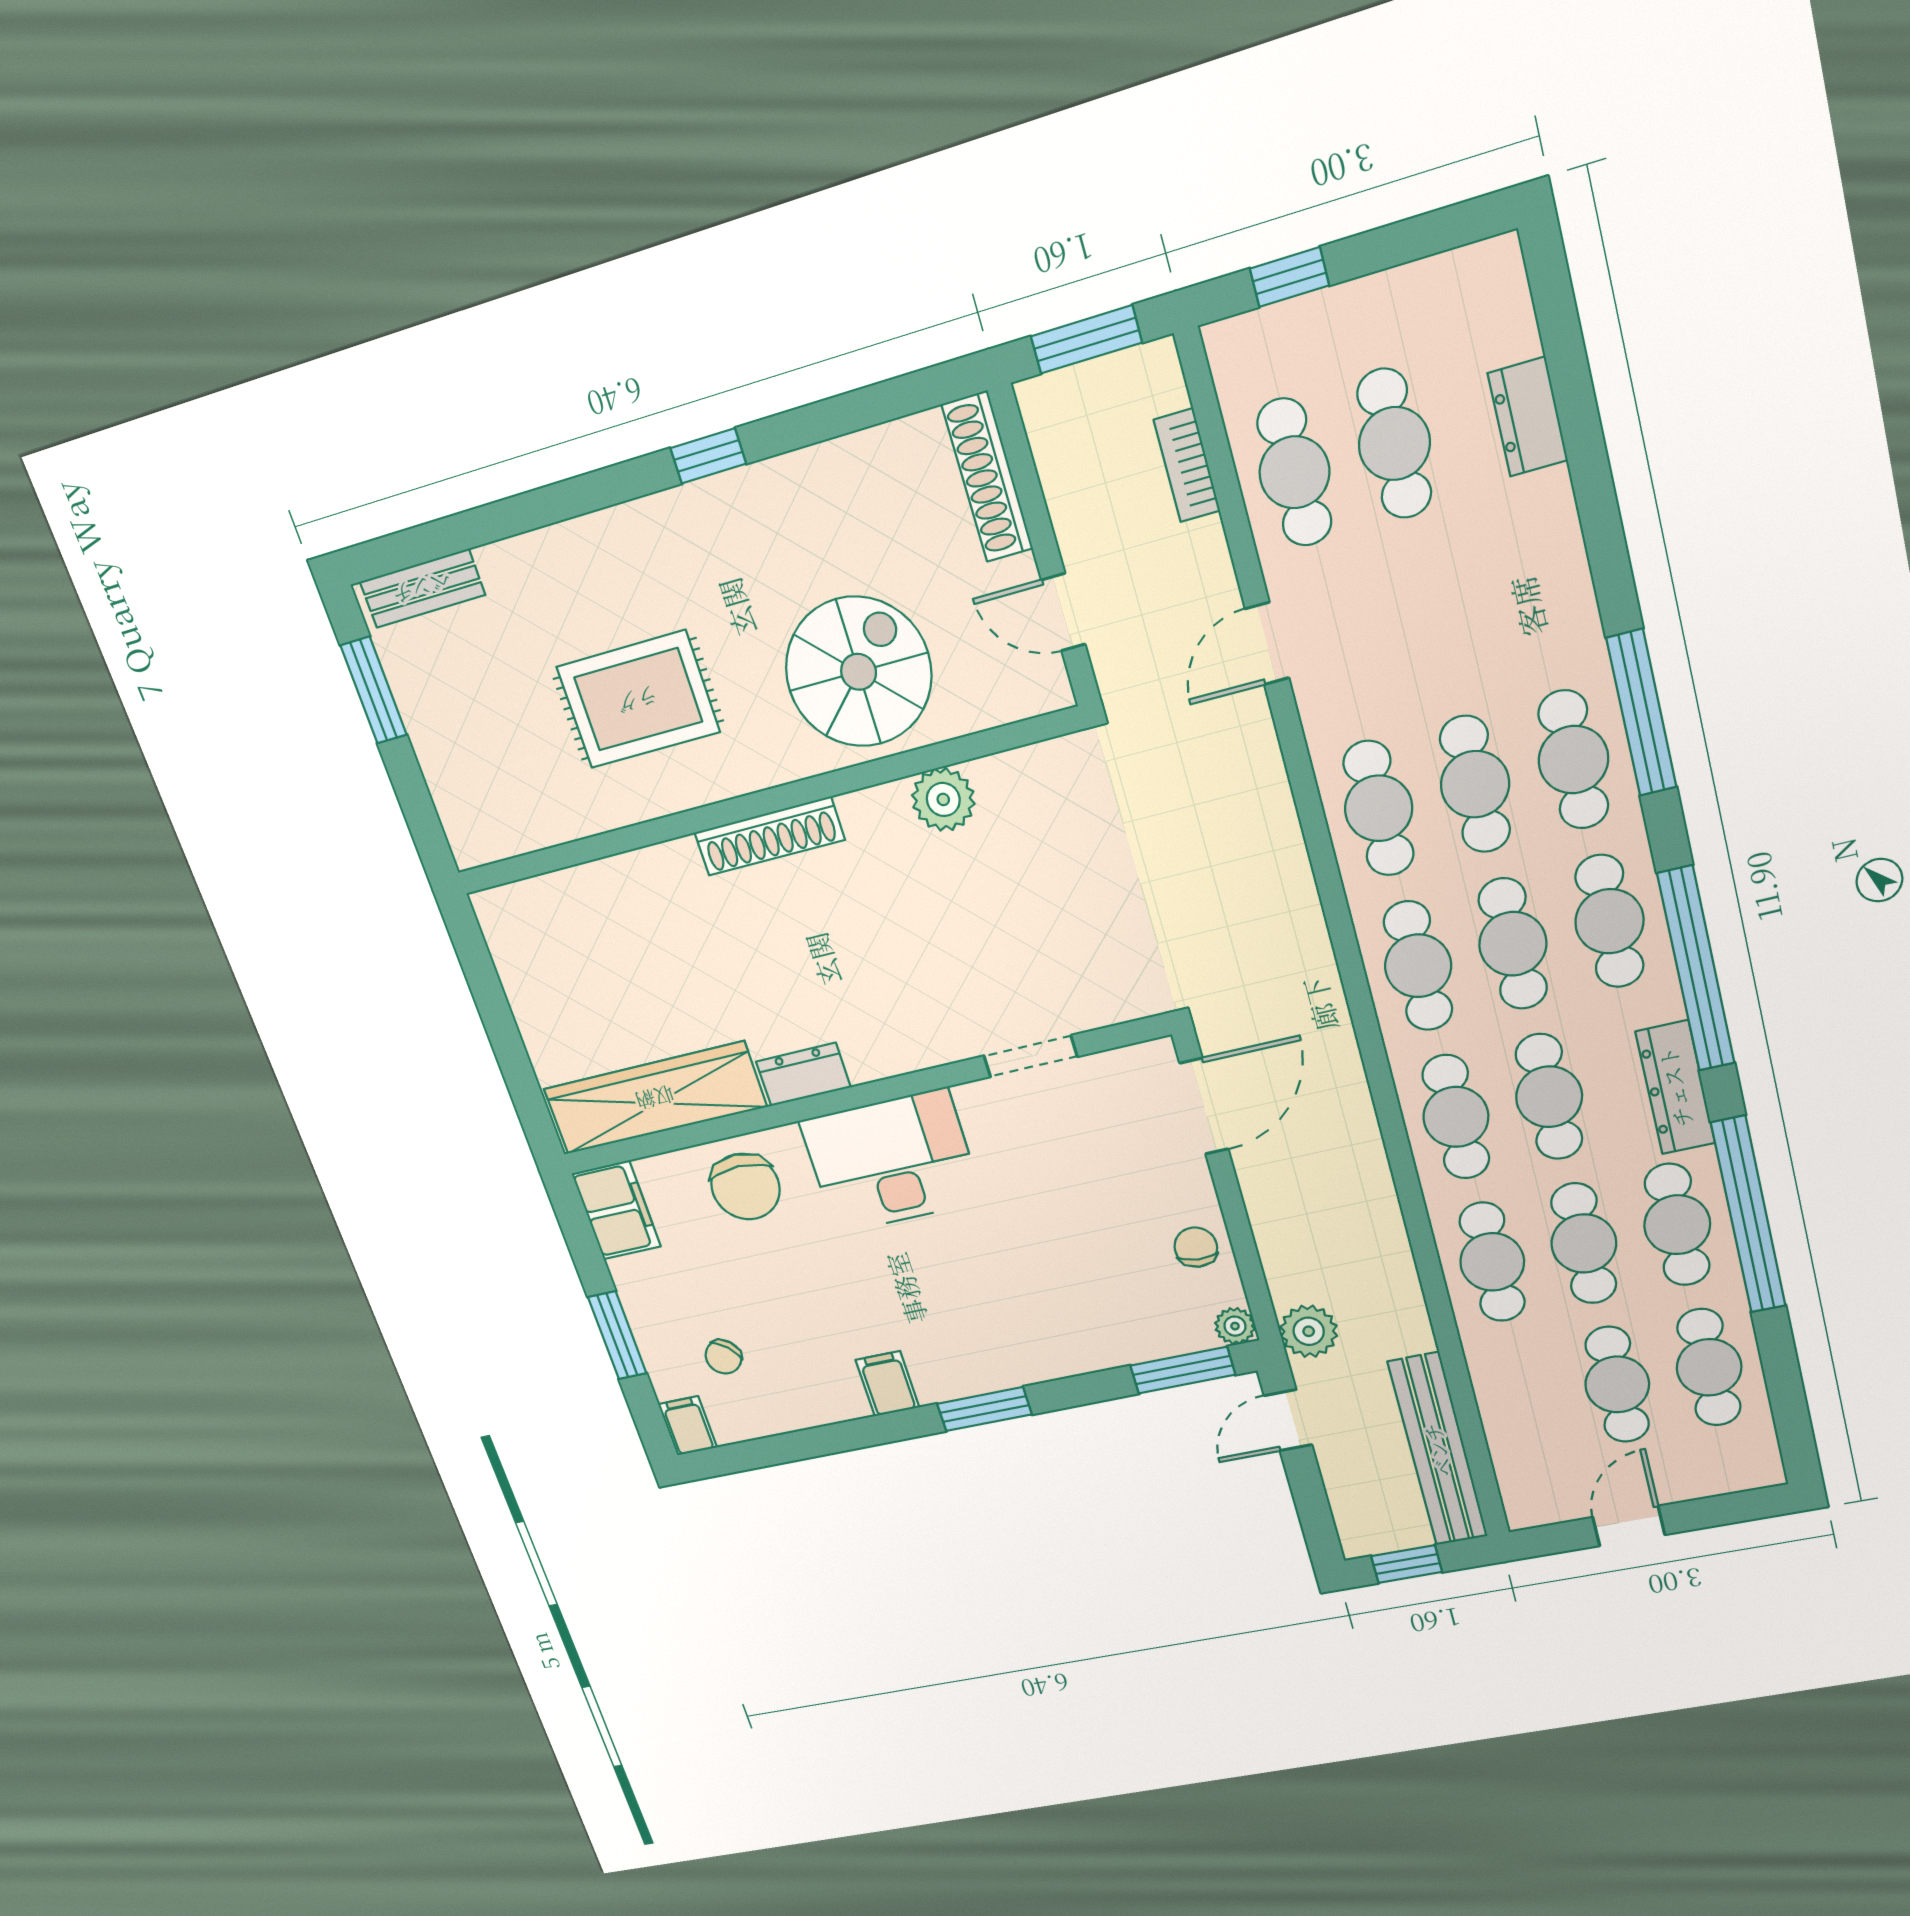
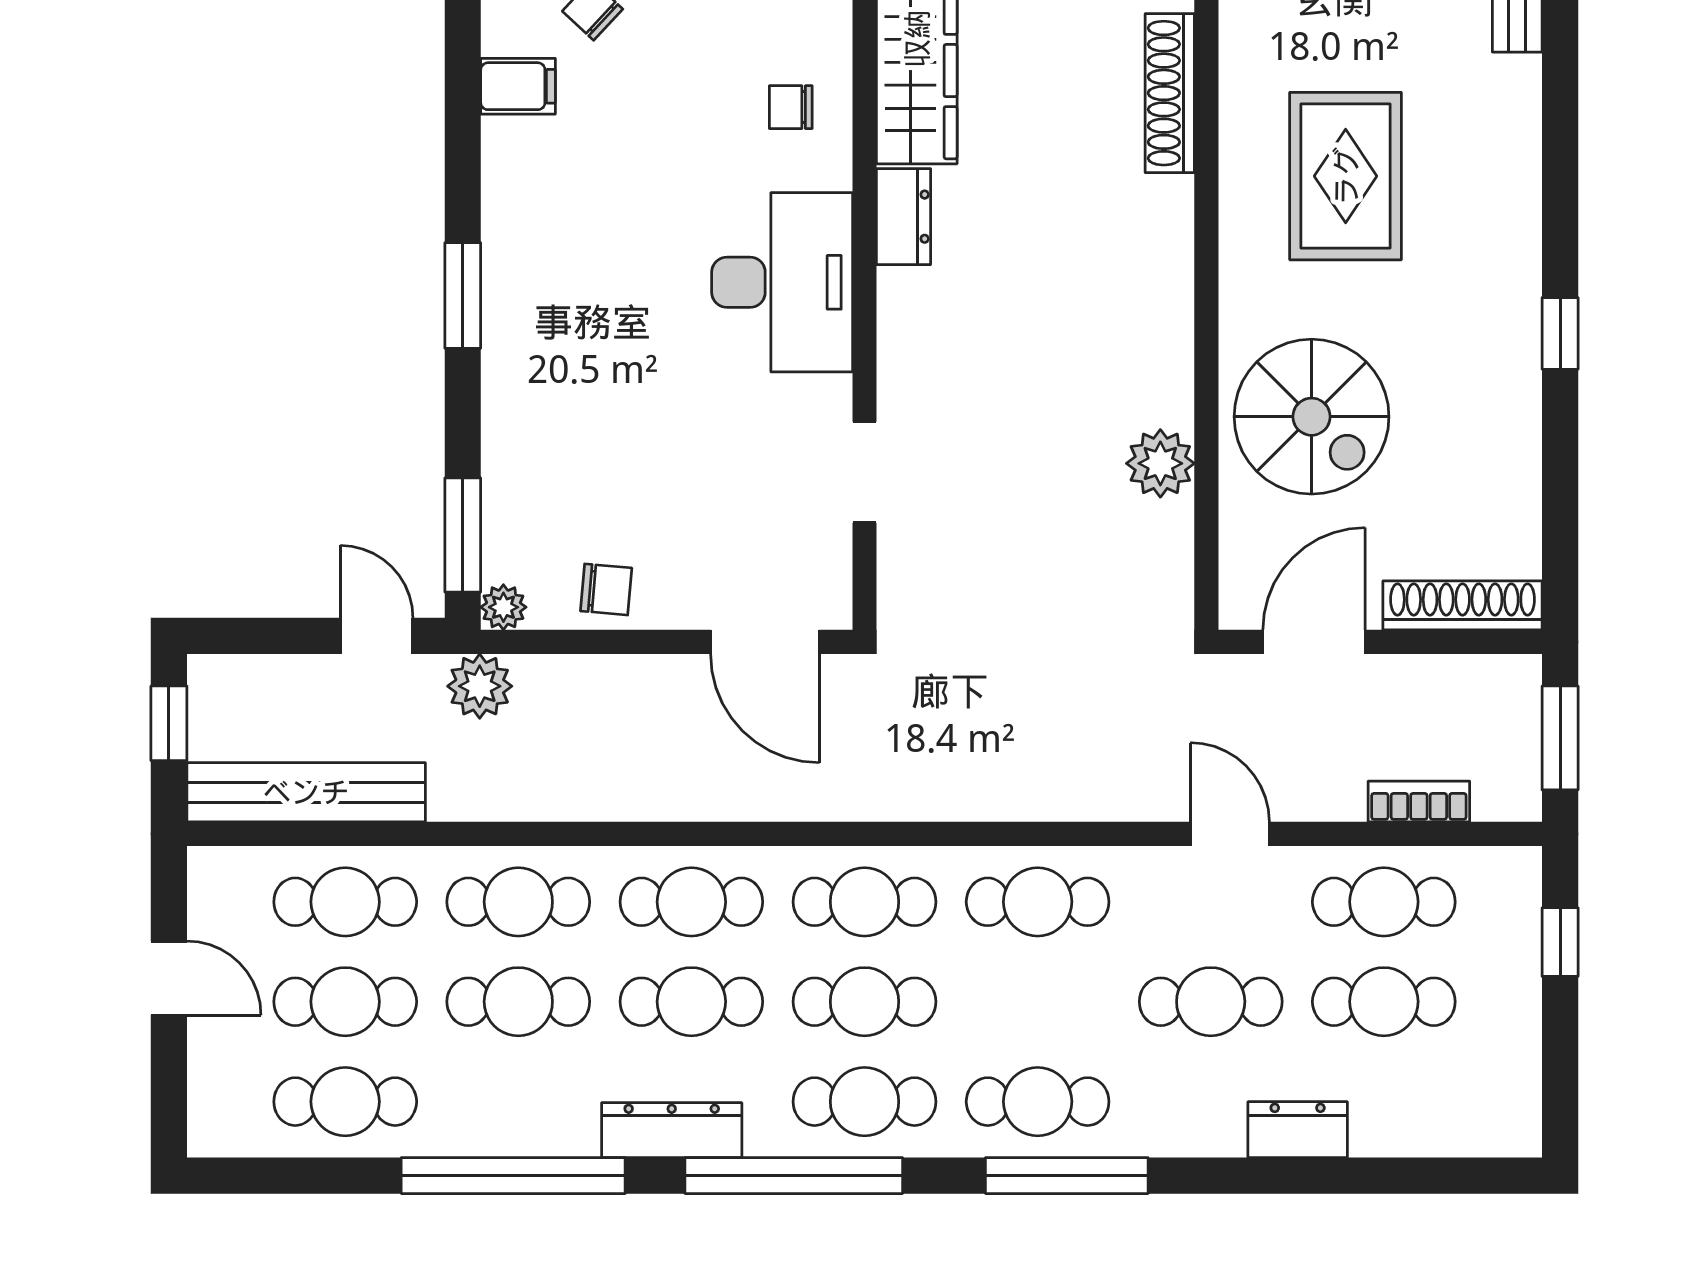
dresser: (1528, 417) -> (1298, 1130), moved
door: (1063, 612) -> (1314, 642), width x1.38
cafe table: (1475, 784) -> (1211, 1002), moved
shoe rack: (769, 836) -> (1170, 93), moved
chair: (745, 1187) -> (791, 107), width x0.54, depth x0.54
cafe table: (1677, 1225) -> (345, 902), moved
filing cabinet: (887, 1384) -> (518, 86), moved

